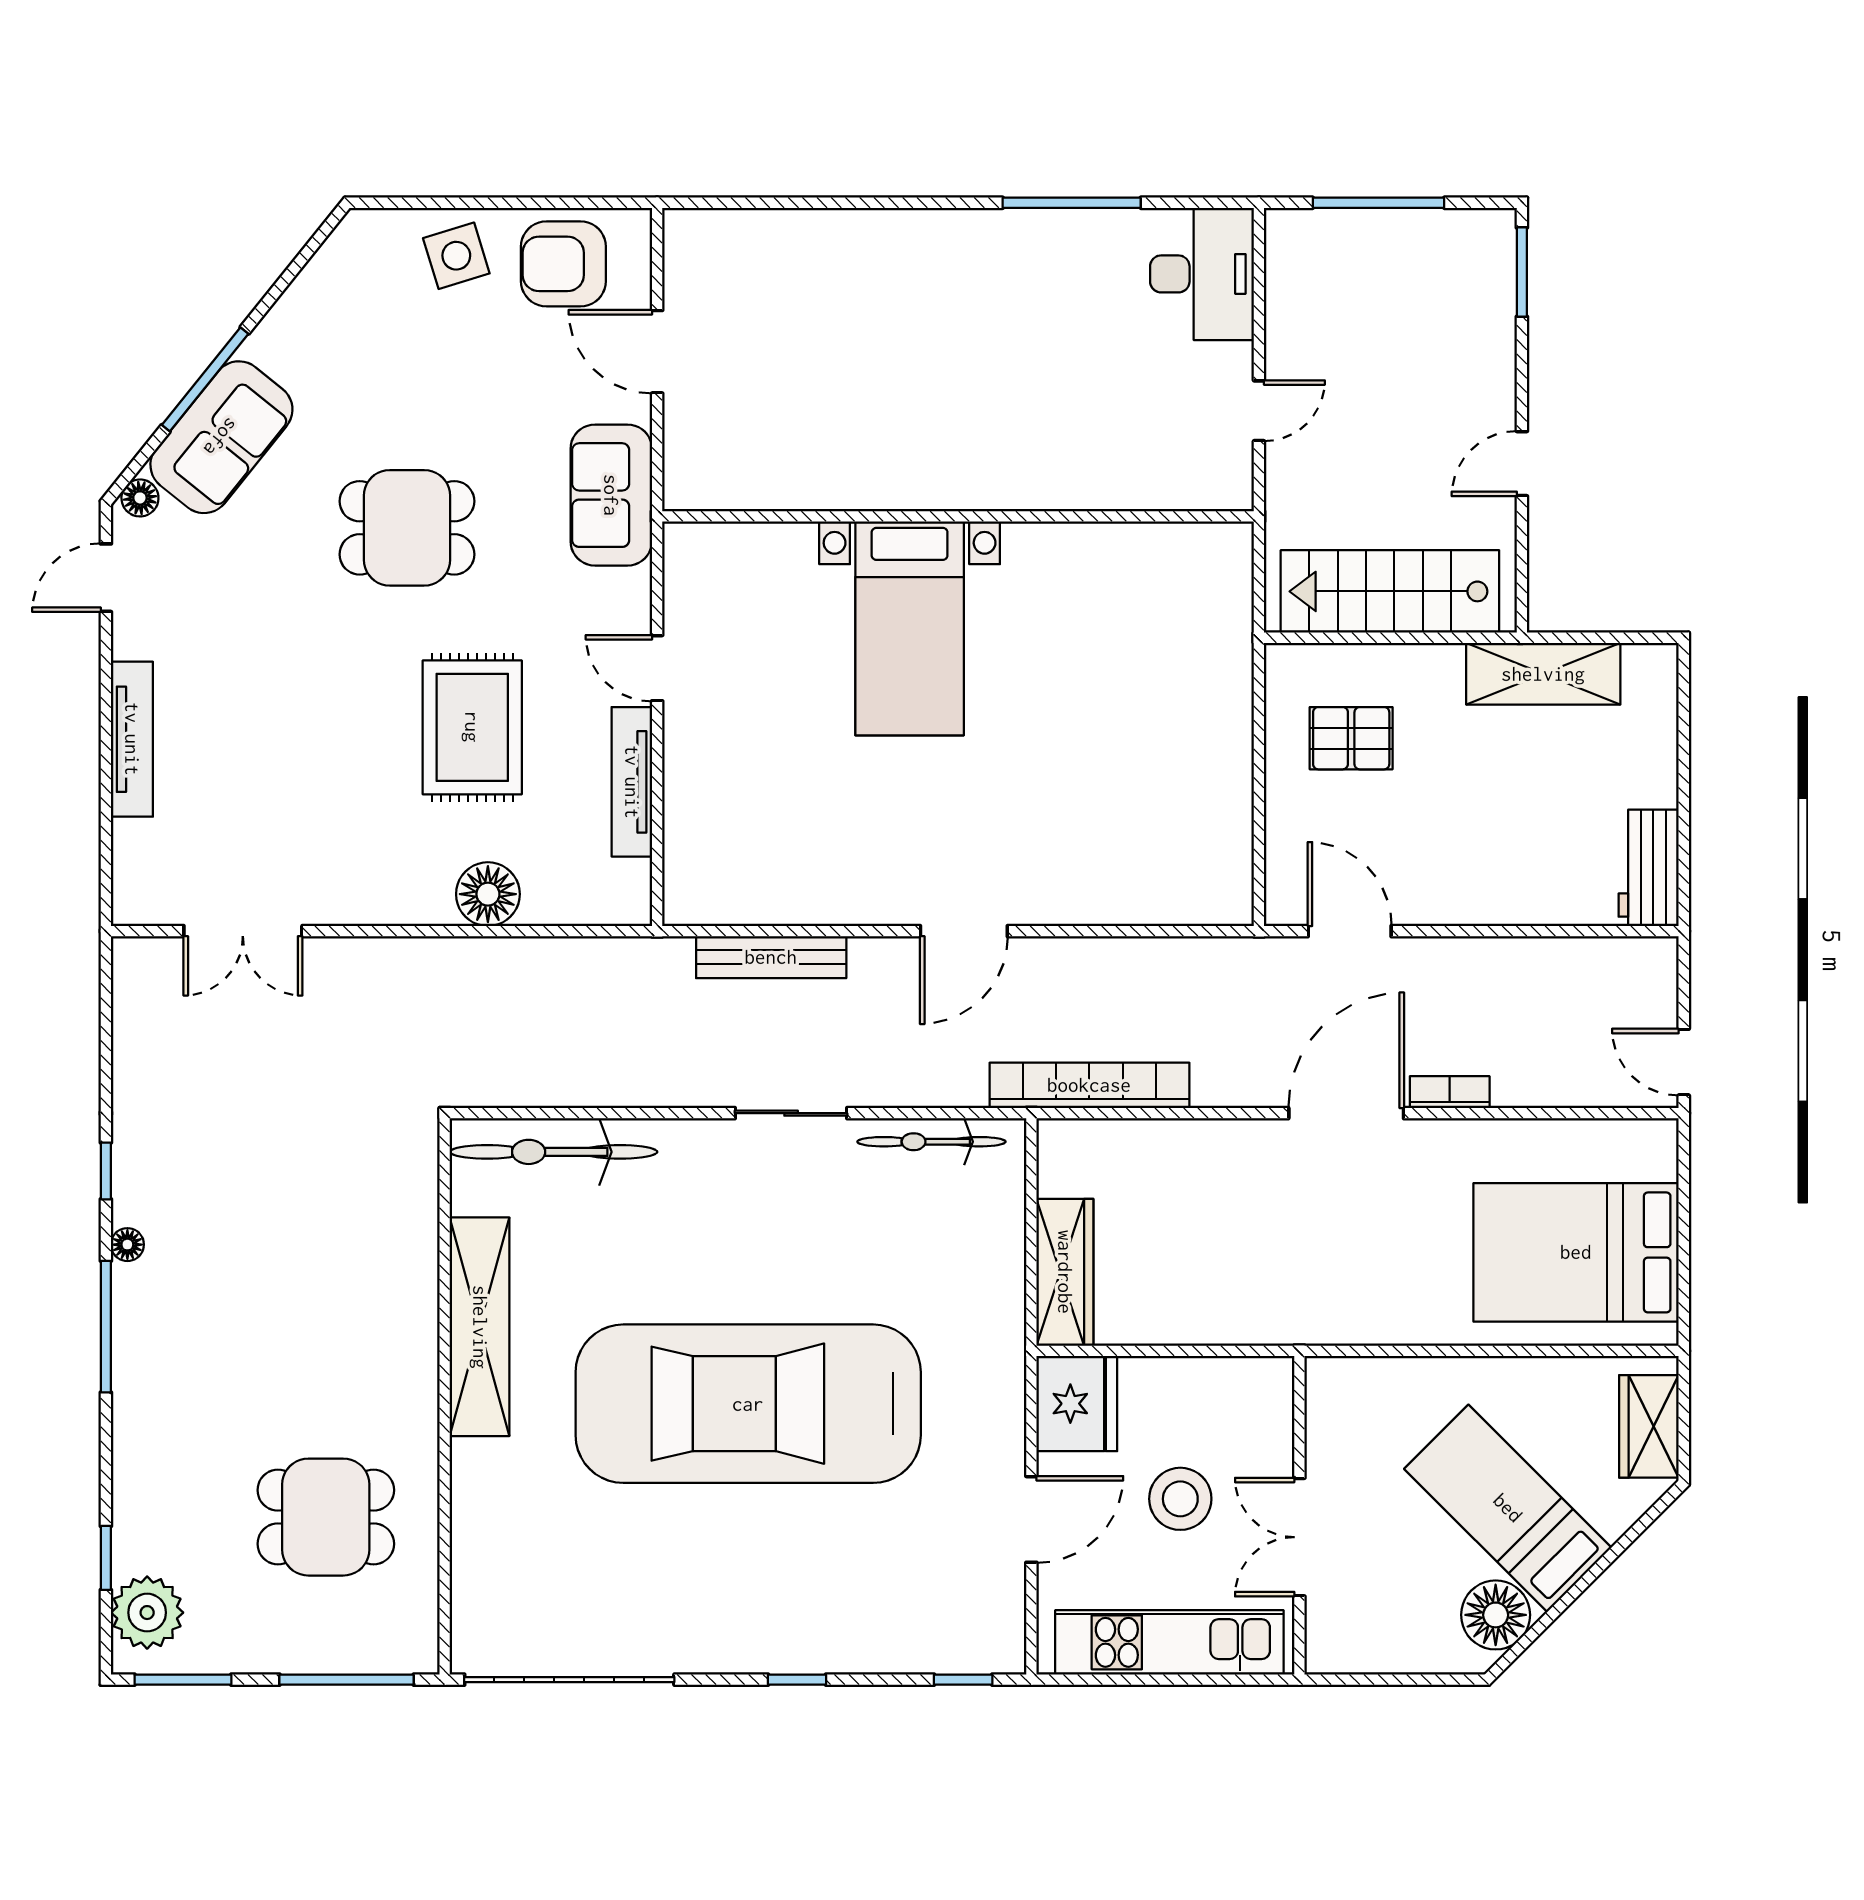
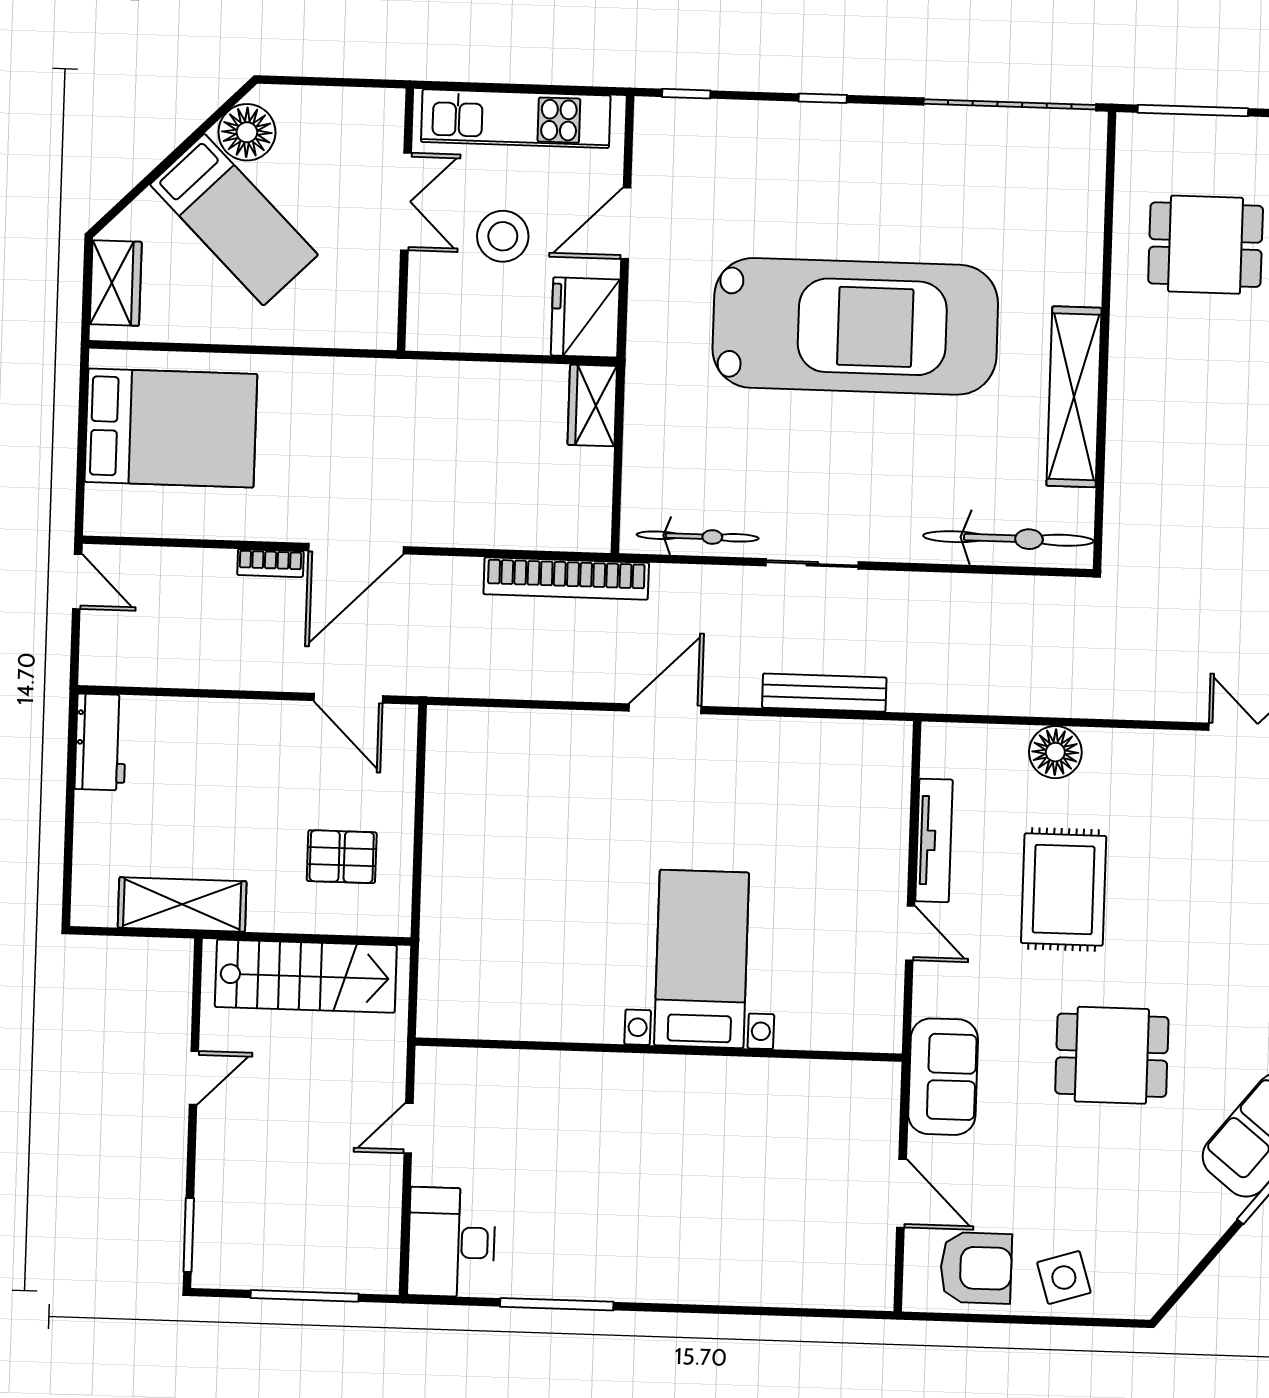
wardrobe: (1065, 1272) -> (592, 405), width x0.67

